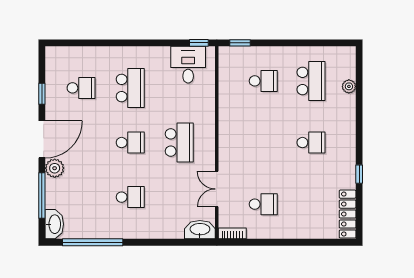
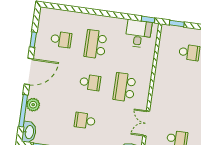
school desk: (130, 88) -> (96, 44), turned 180
school desk: (179, 143) -> (125, 87), turned 180
plant: (55, 168) -> (33, 105), moved
school desk: (130, 197) -> (85, 121), turned 180

